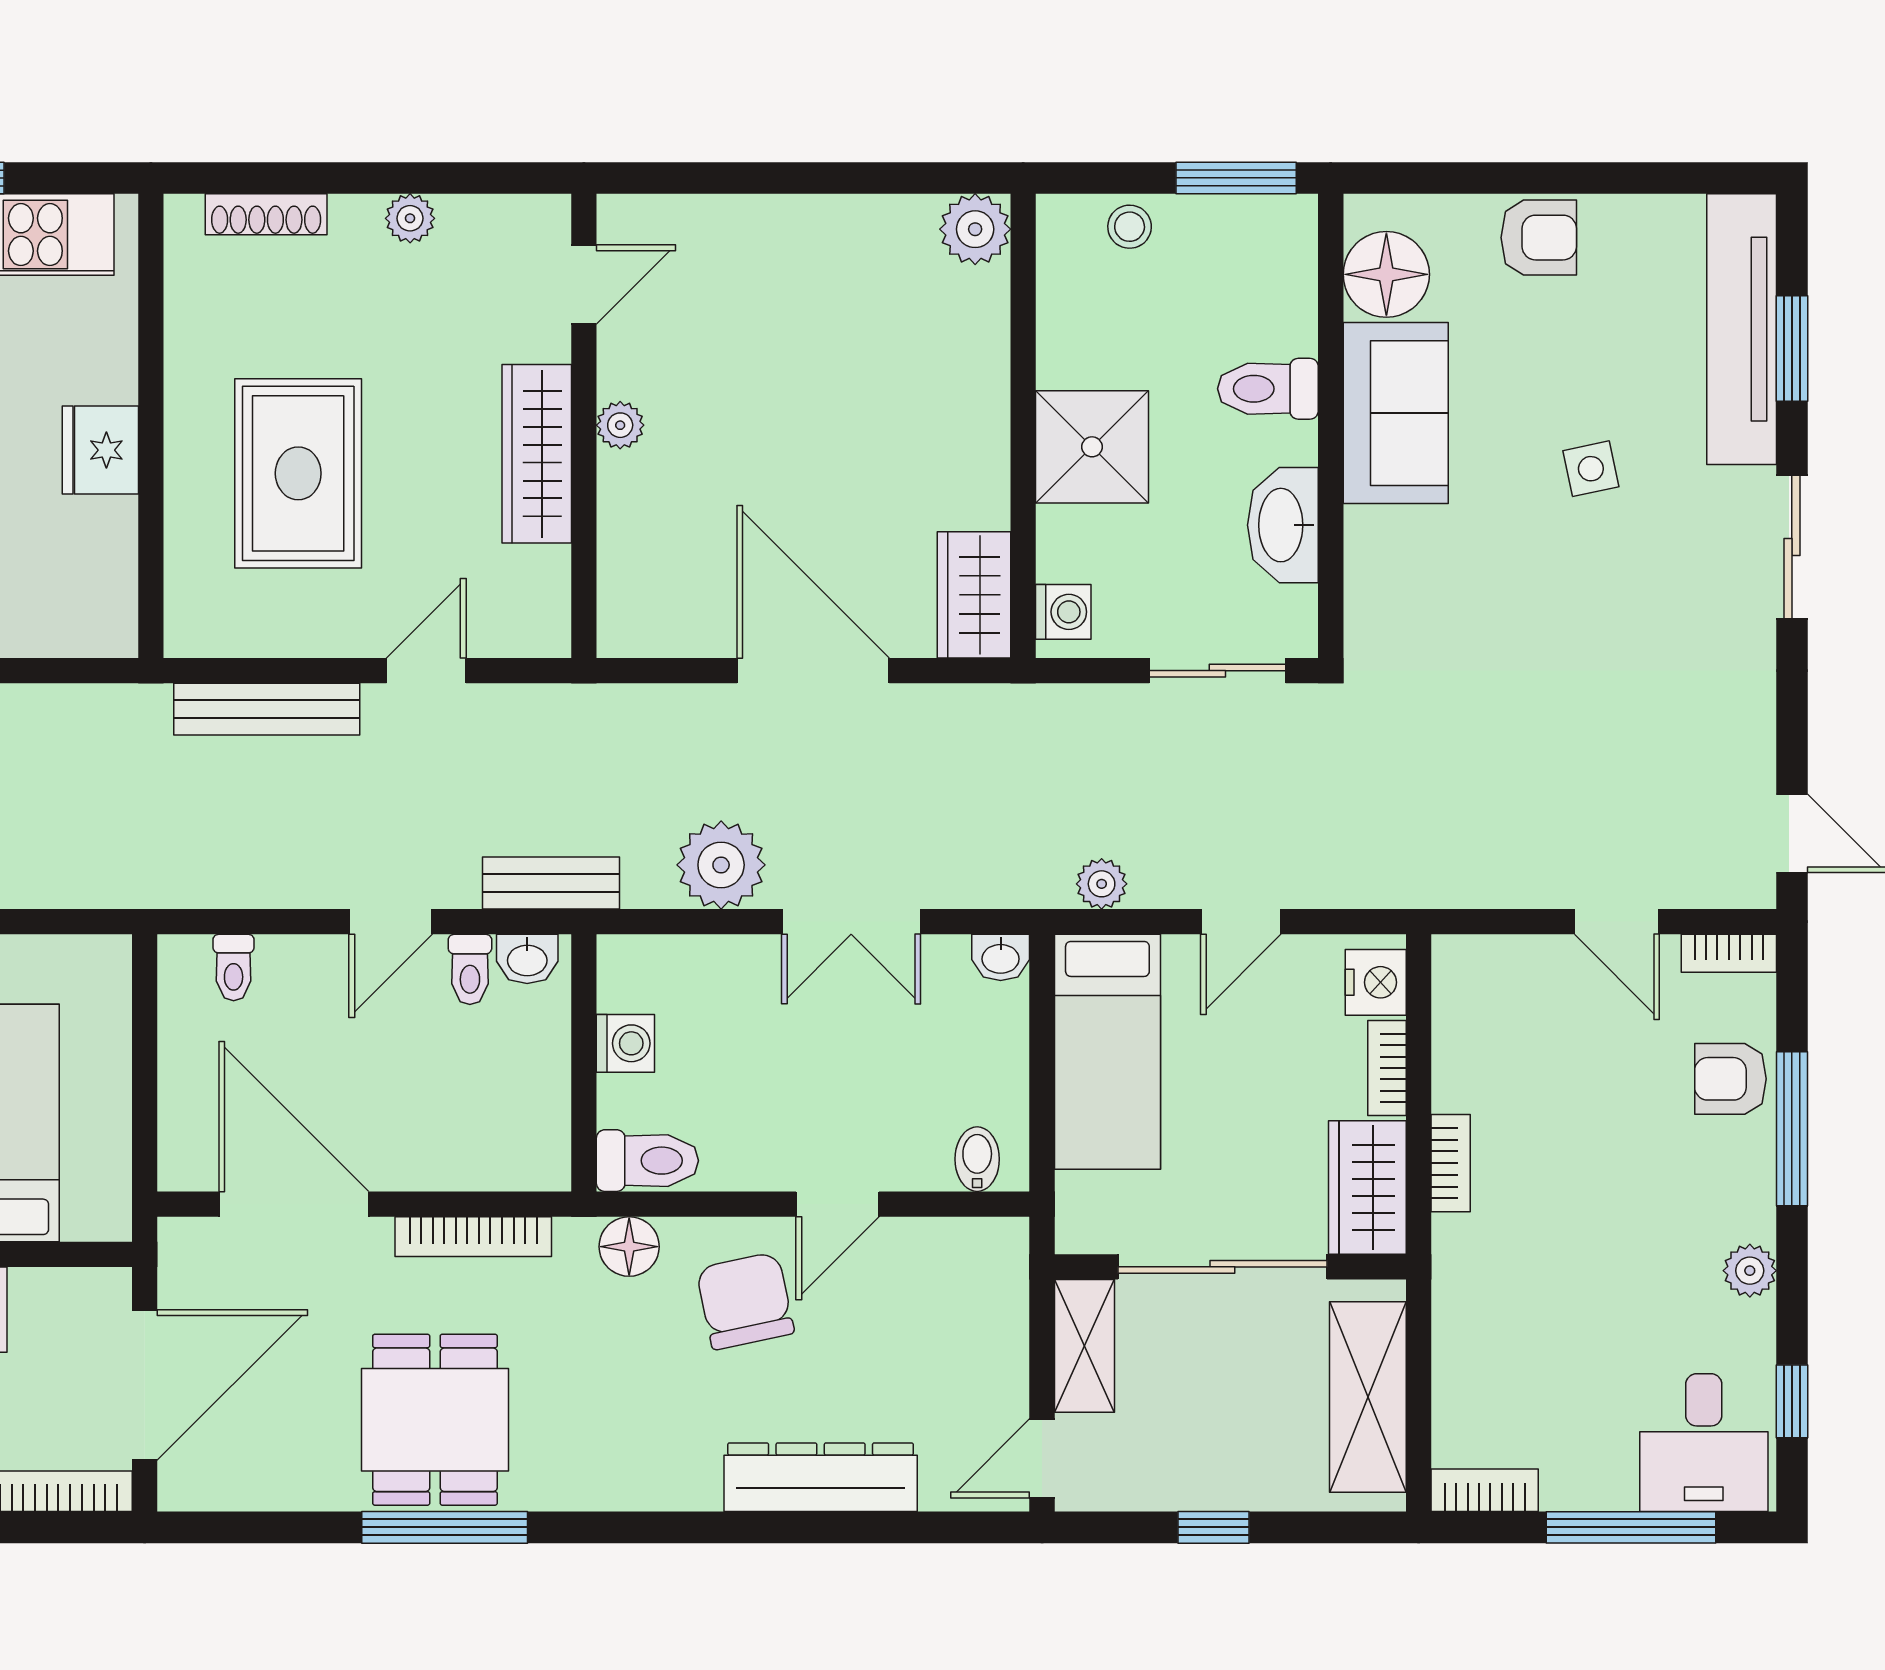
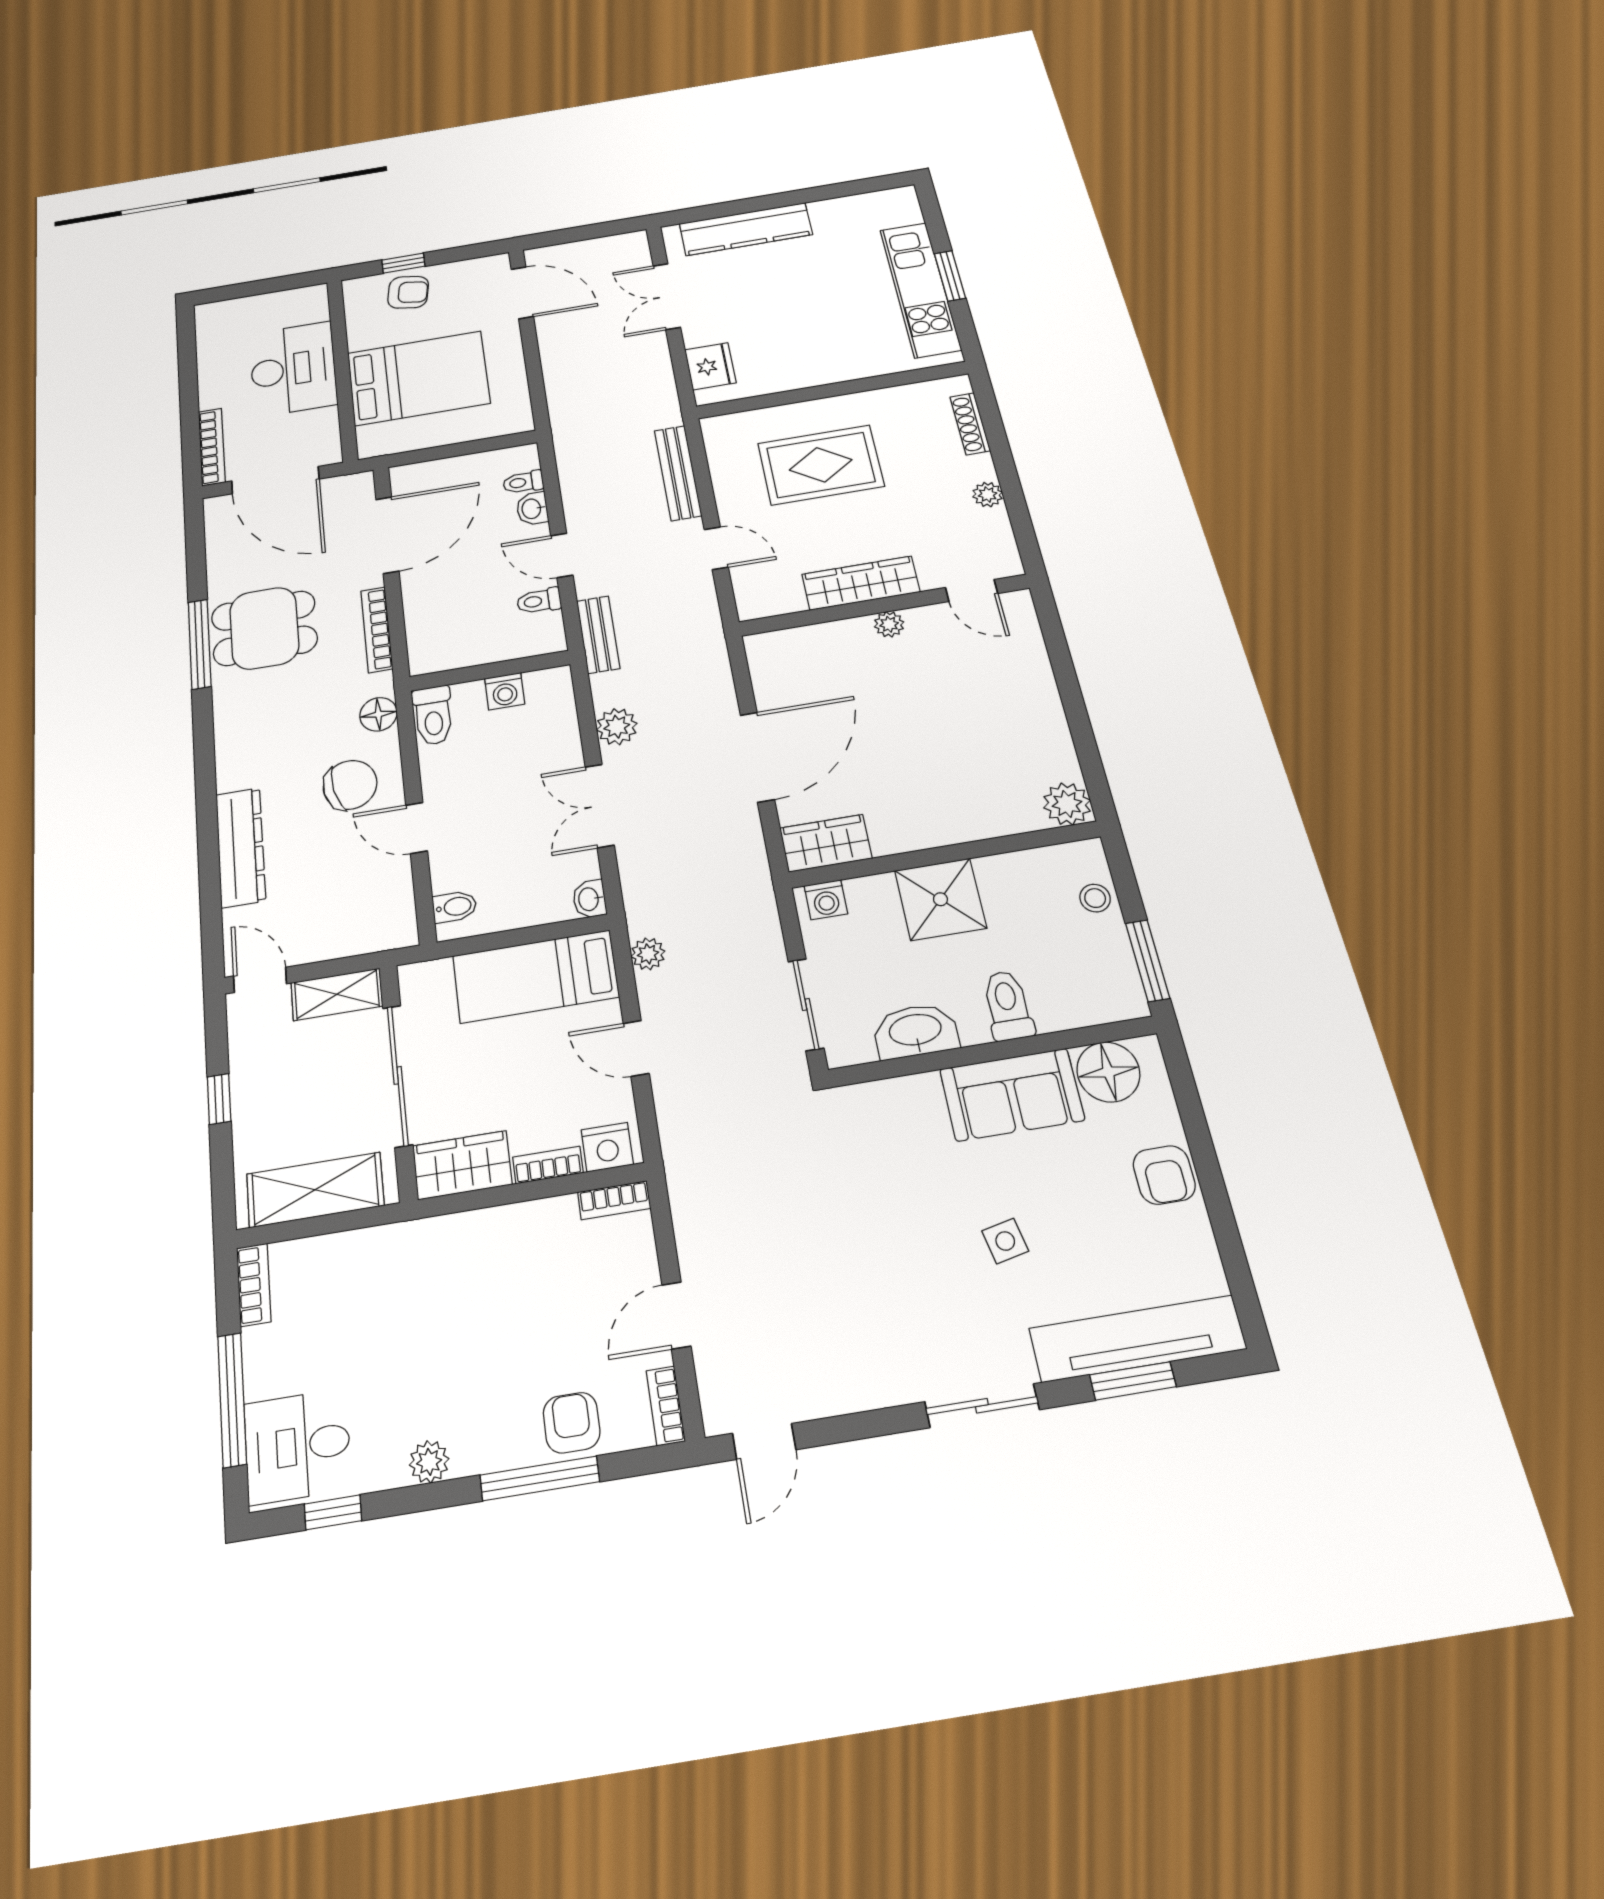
fridge: (100, 450) -> (710, 366), moved, turned 90
plant: (721, 865) -> (617, 727), width x0.73, depth x0.73
washbasin: (527, 959) -> (532, 509), moved
bookcase: (1451, 1163) -> (614, 1200), moved

